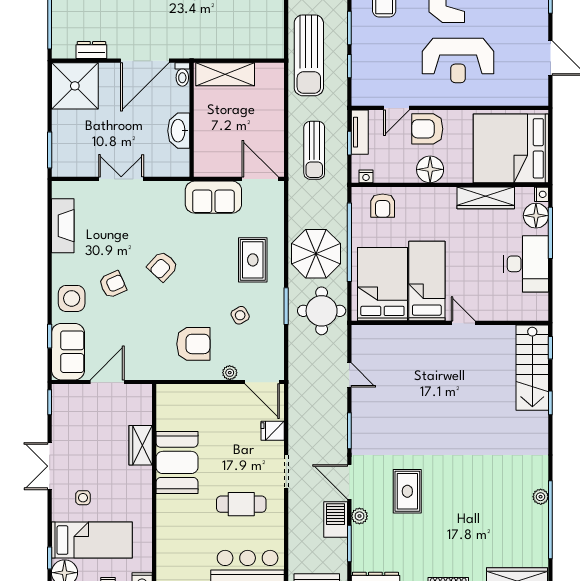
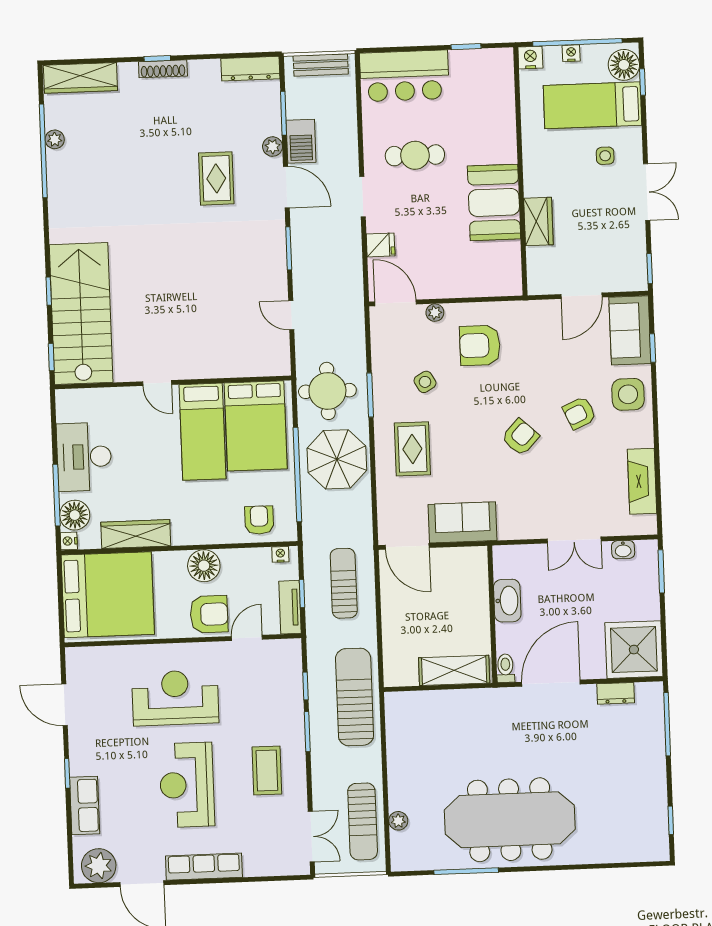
washbasin: (81, 169) -> (623, 550), added
stairs: (532, 368) -> (81, 314), width x1.36, depth x1.51
plant: (541, 497) -> (55, 139), moved

